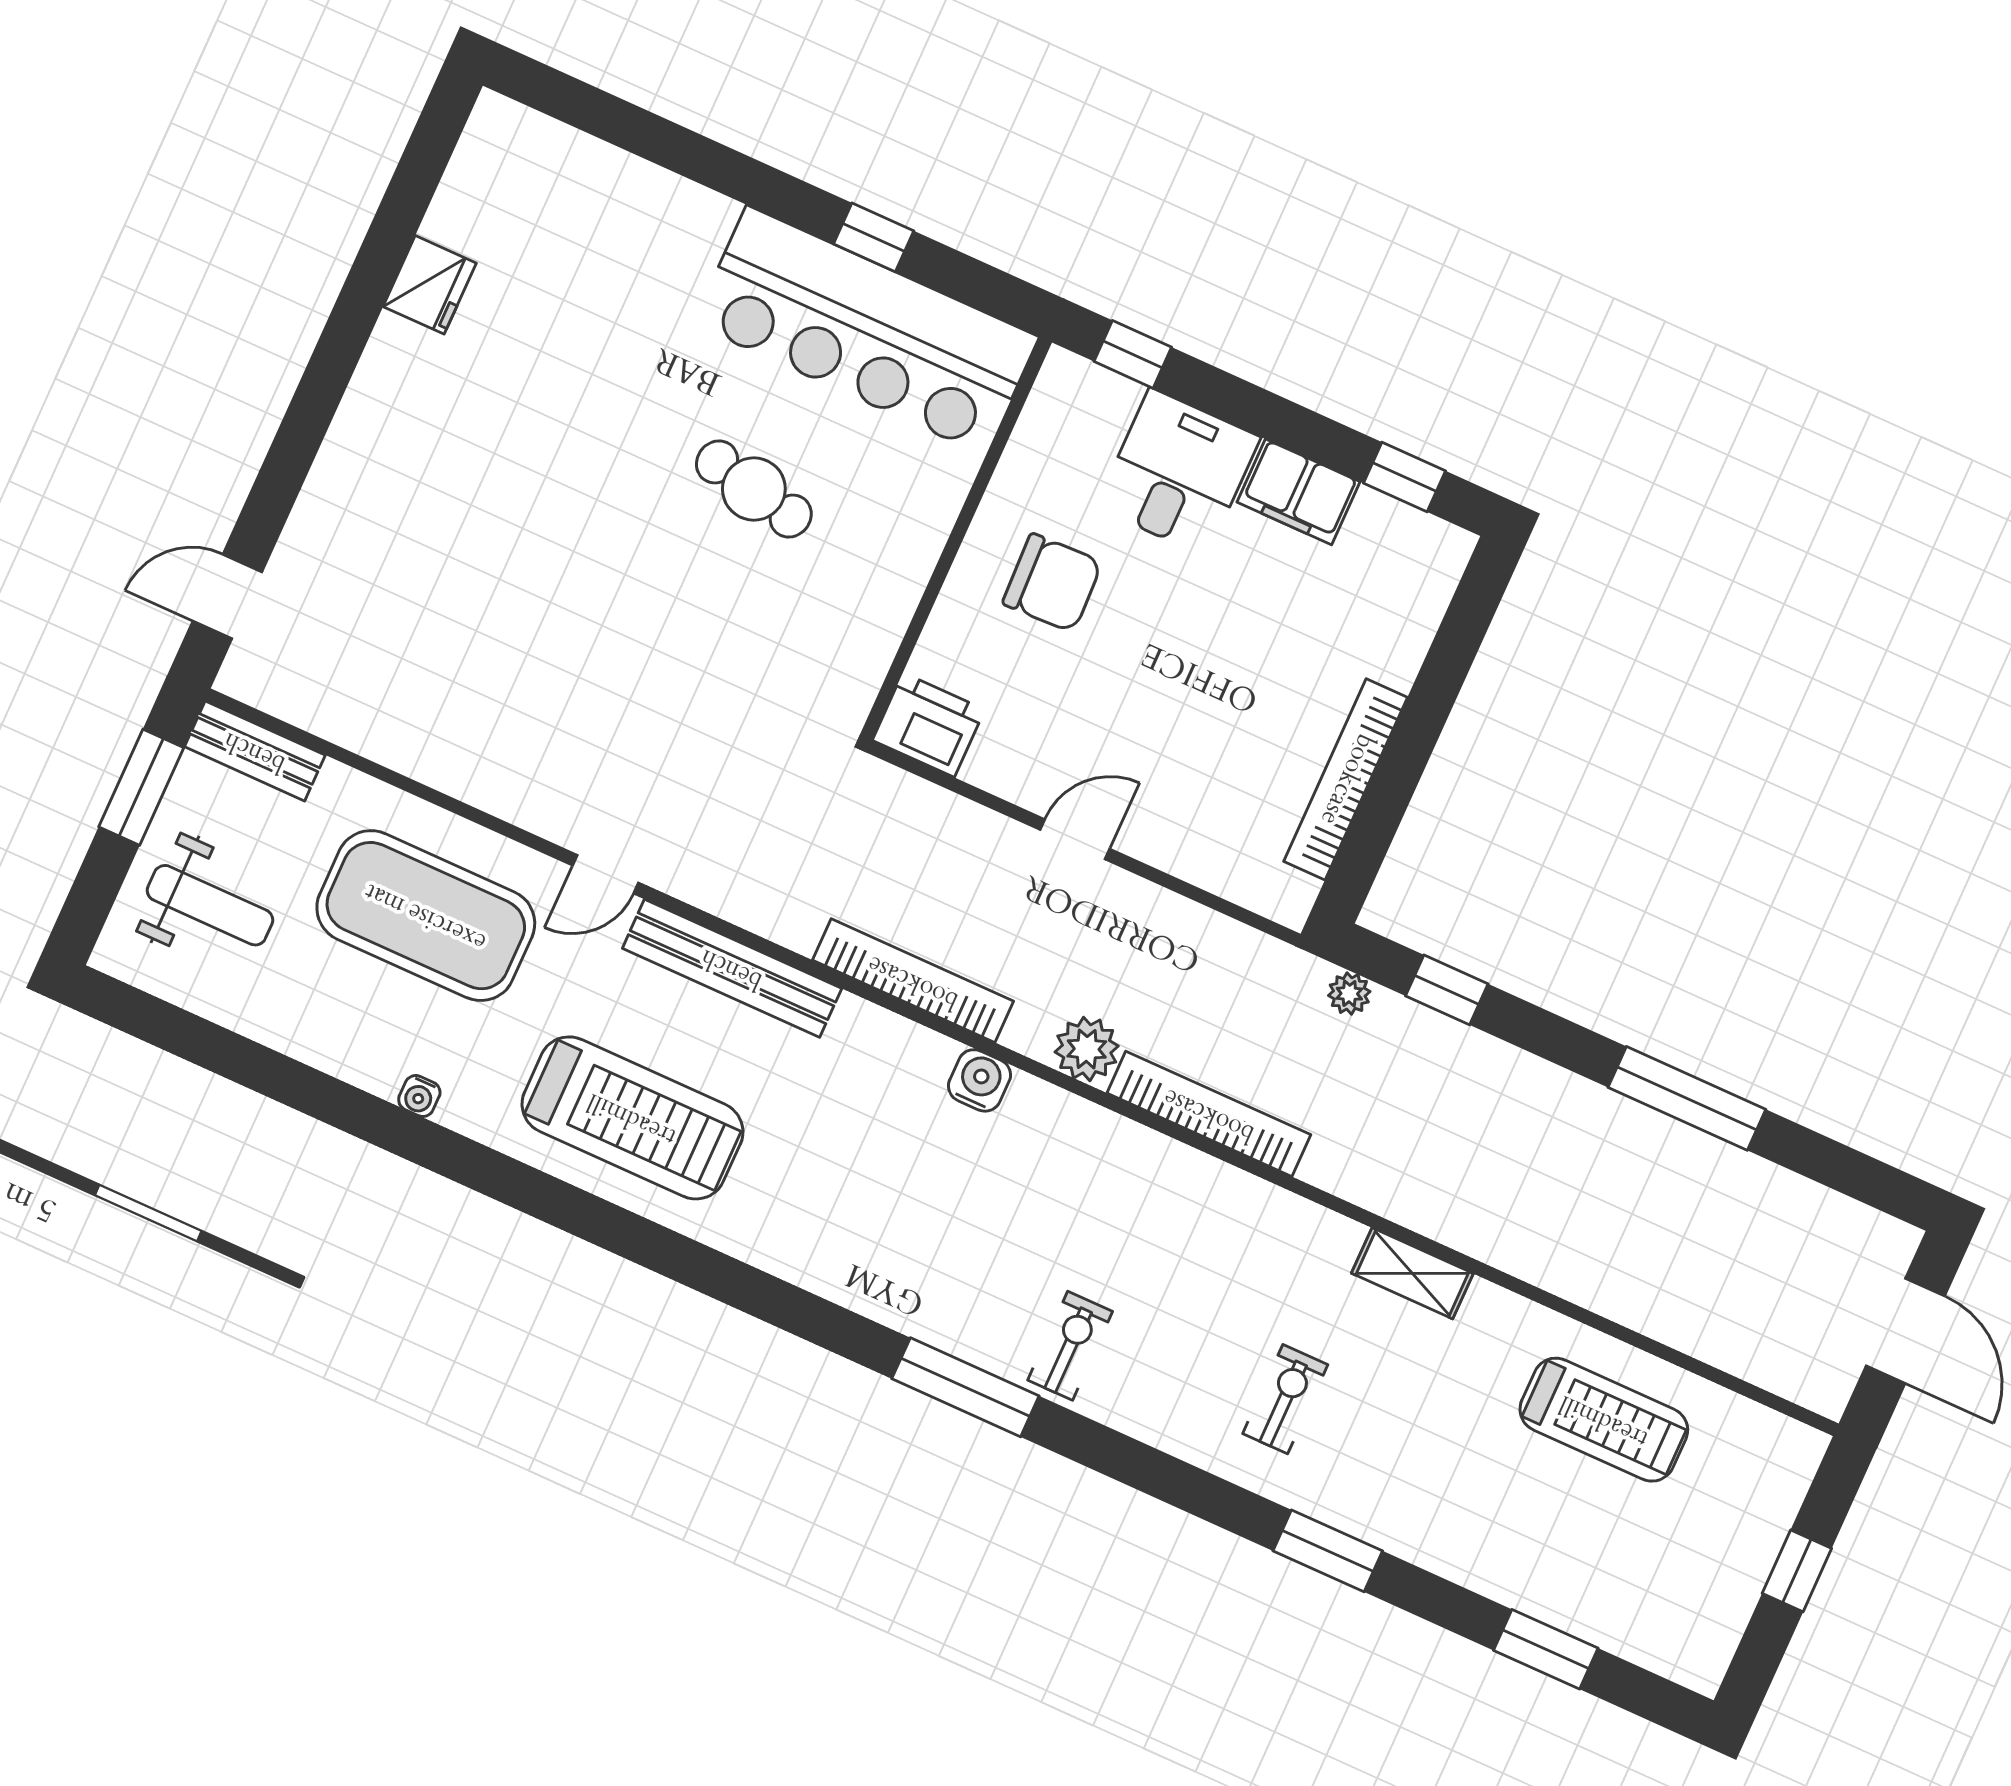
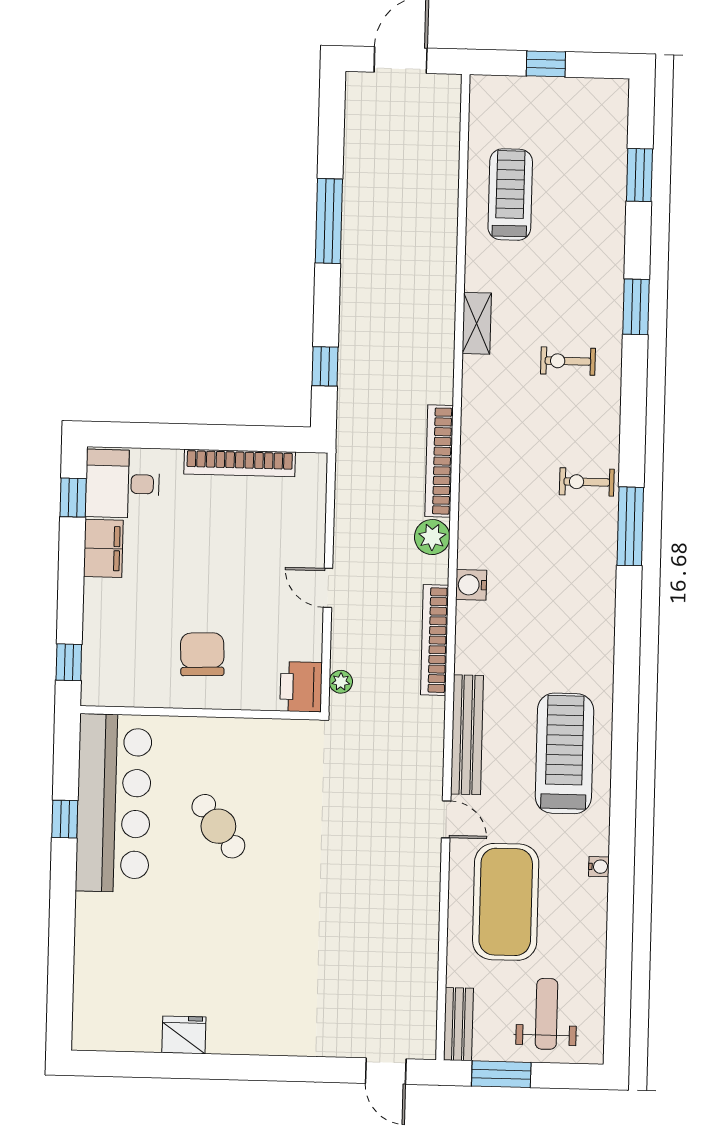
desk: (1178, 472) -> (122, 484), moved
cafe table: (754, 489) -> (218, 826), turned -49
plant: (1349, 994) -> (341, 682), moved

